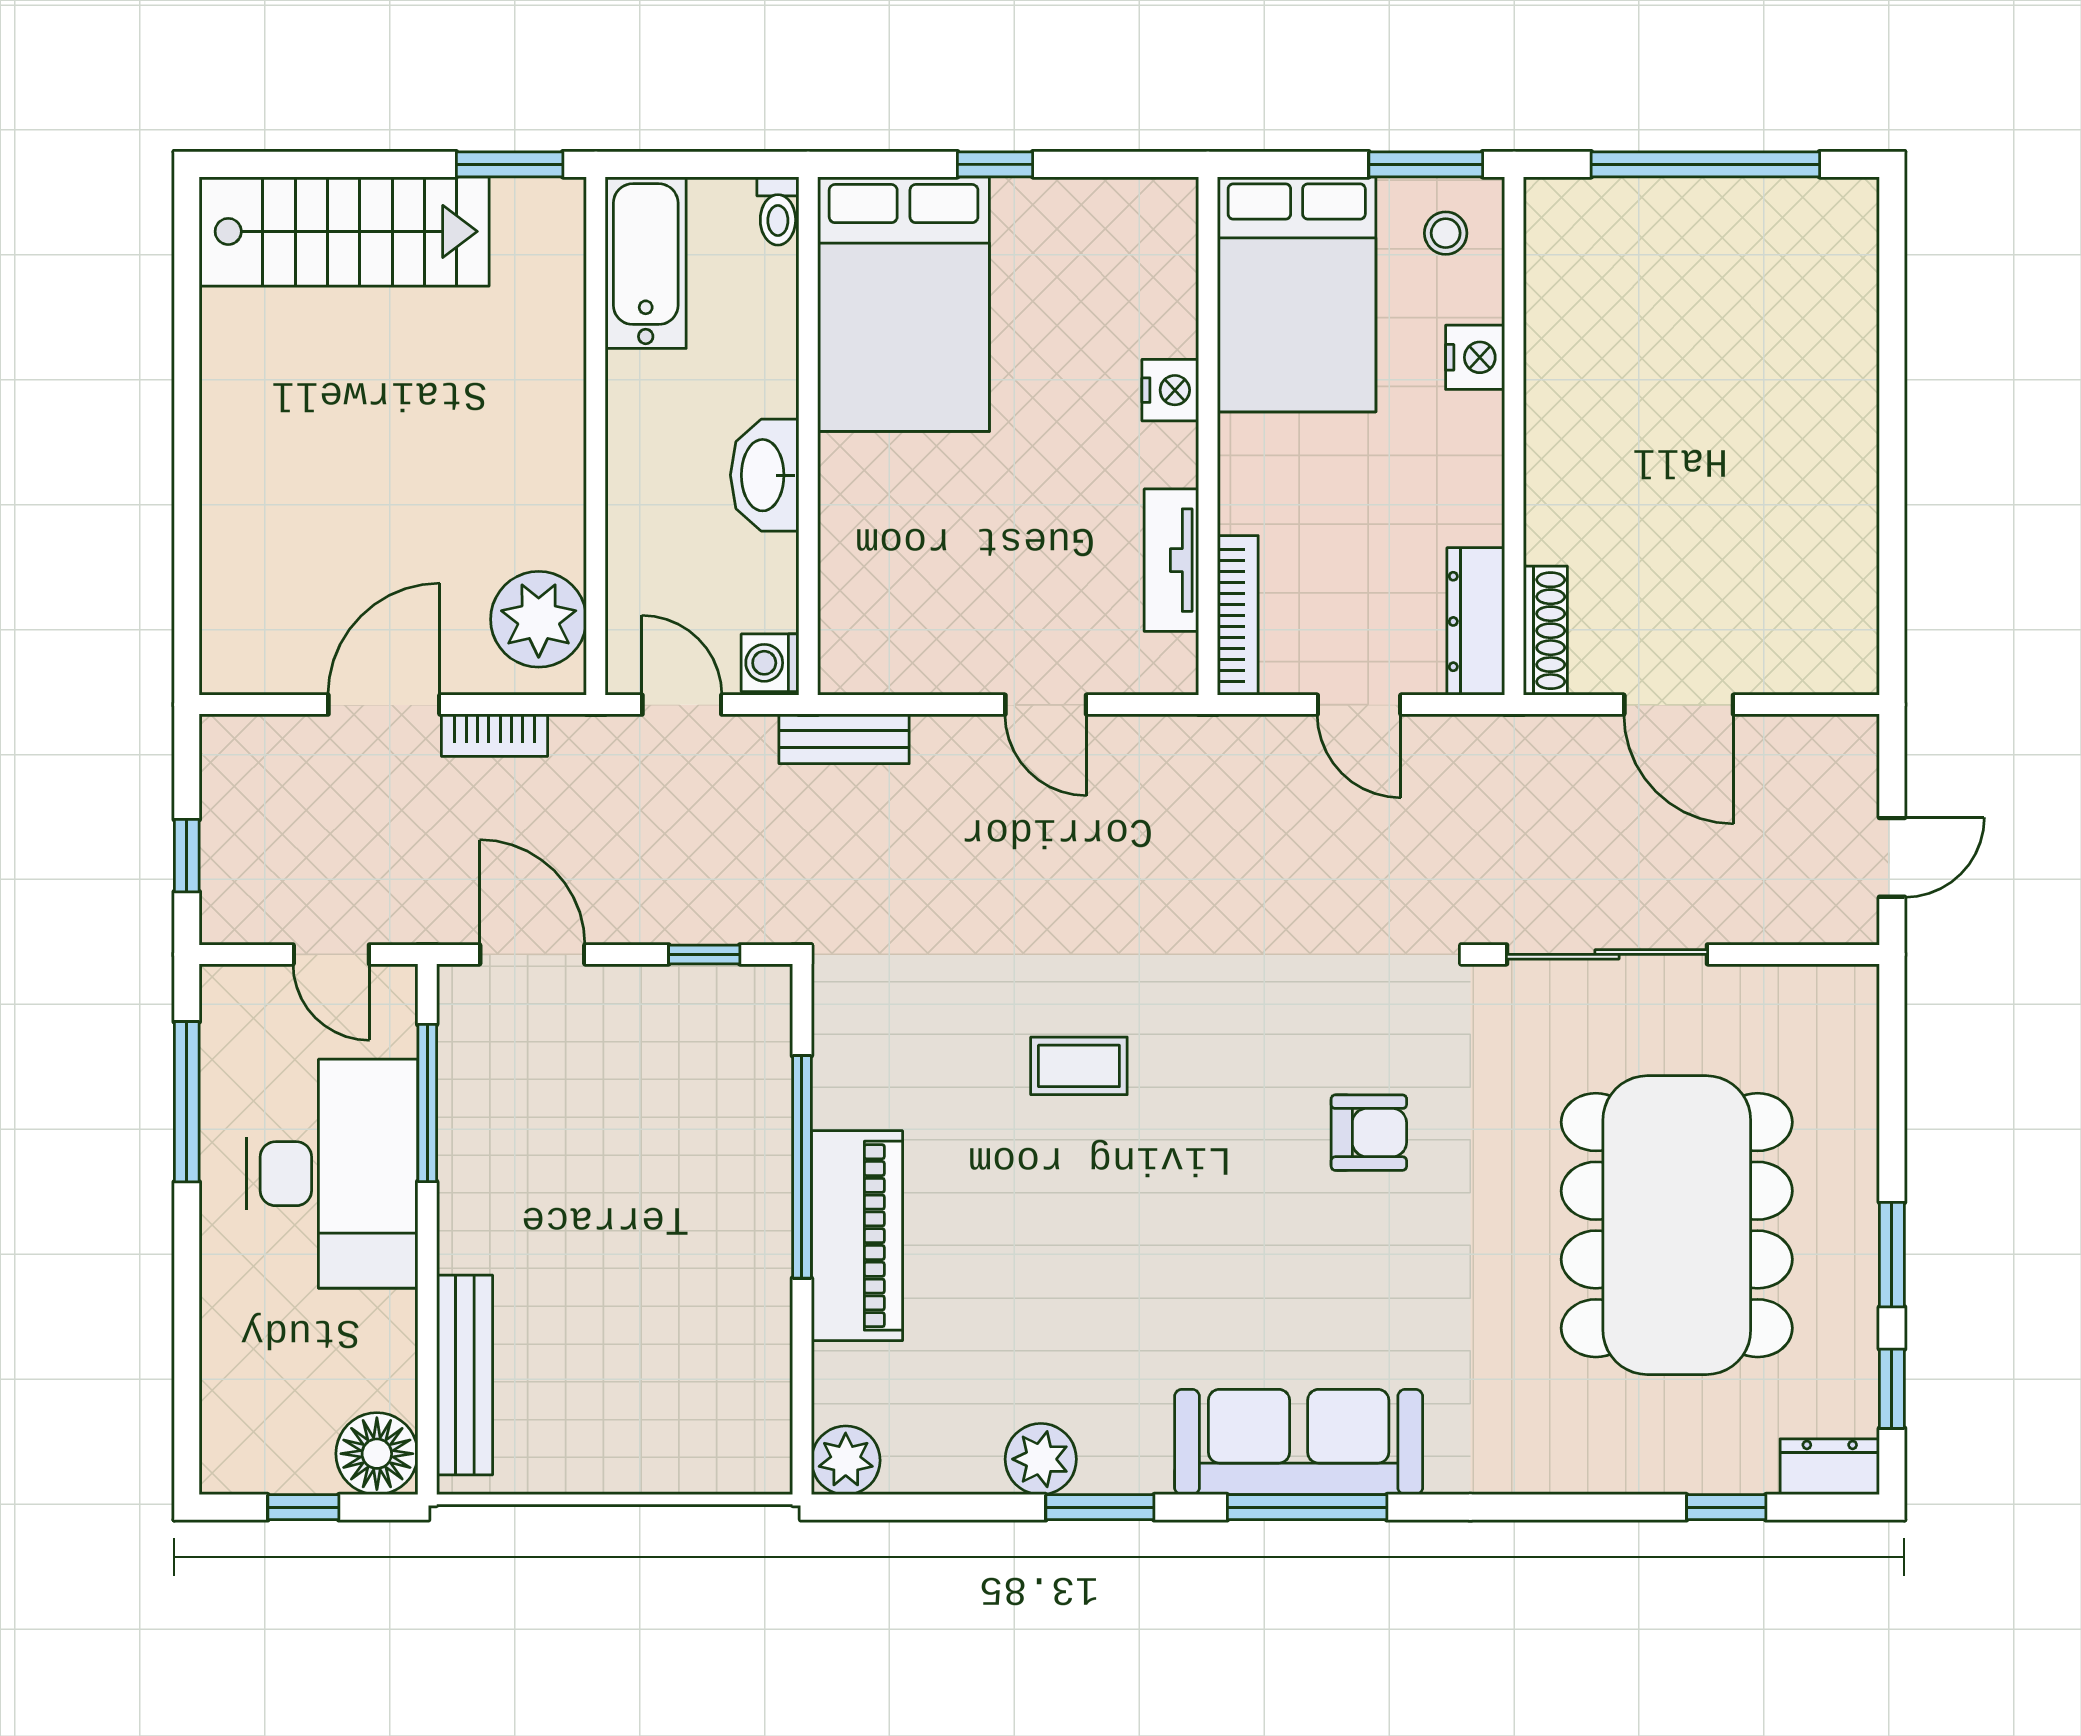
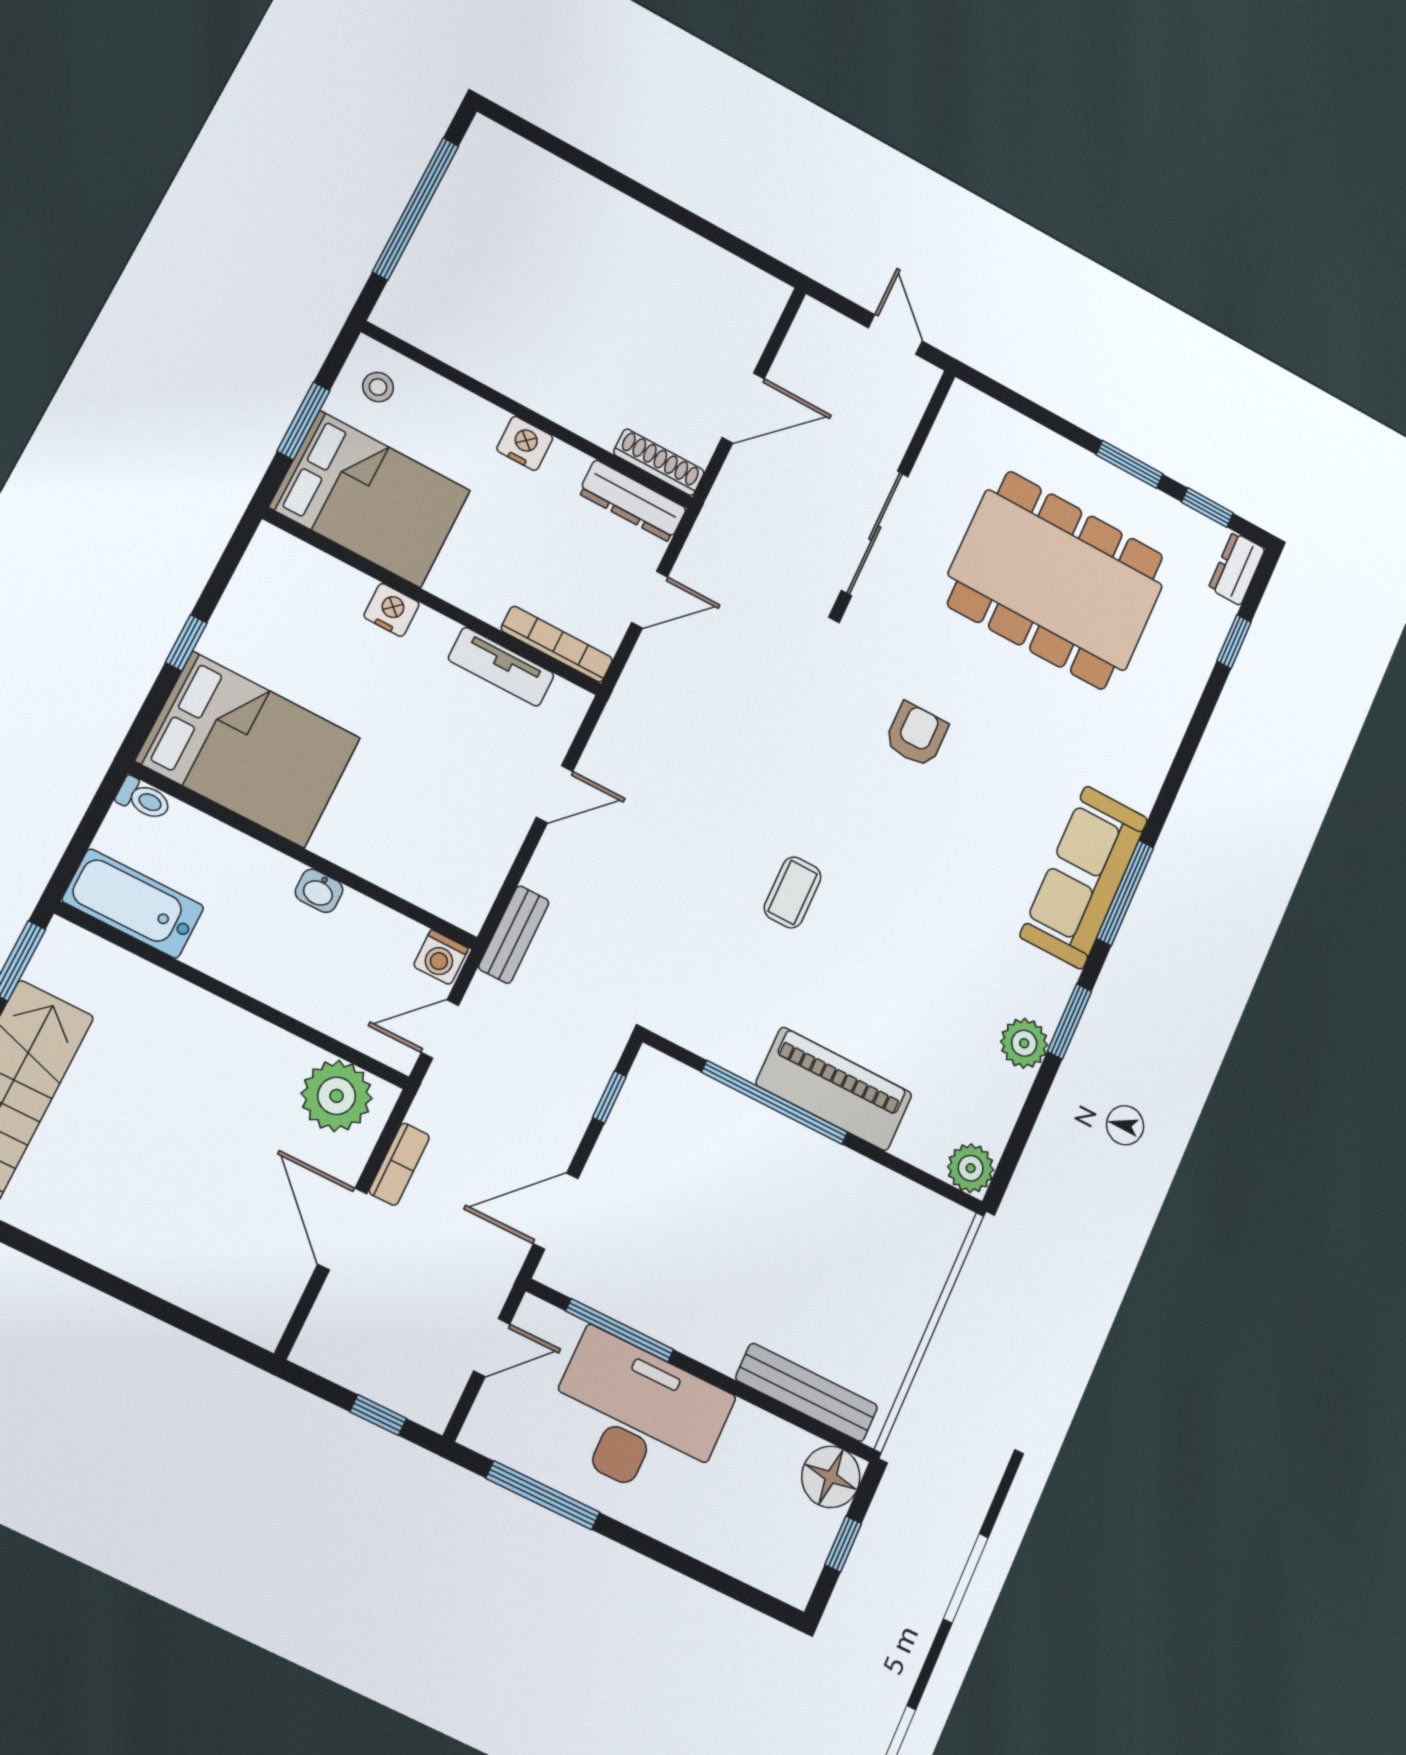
window: (1426, 164) -> (303, 421), moved
nightstand: (1475, 357) -> (525, 443), moved
washbasin: (765, 475) -> (319, 891), width x0.52, depth x0.69

